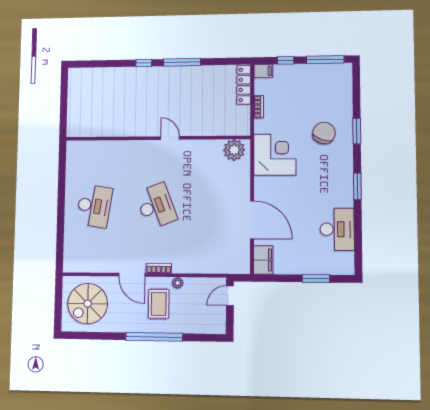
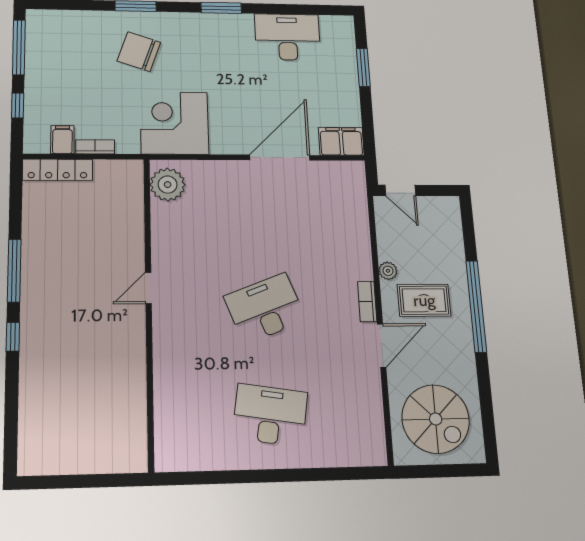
filing cabinet: (263, 71) -> (62, 140), moved

